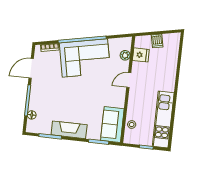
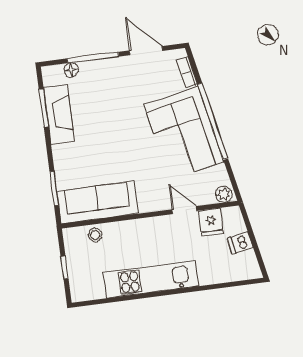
plant: (125, 55) -> (224, 194), moved
door: (129, 80) -> (184, 210), moved
kitchen unit: (163, 119) -> (151, 279), moved
sofa: (112, 125) -> (98, 202), width x1.36
fireplace: (69, 130) -> (59, 115), moved

